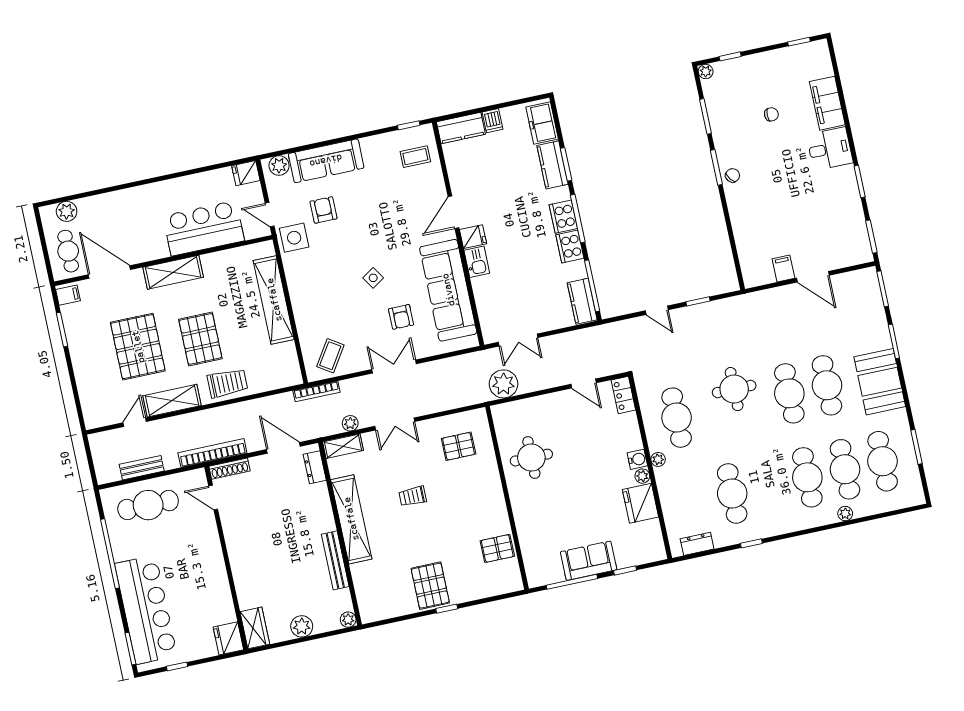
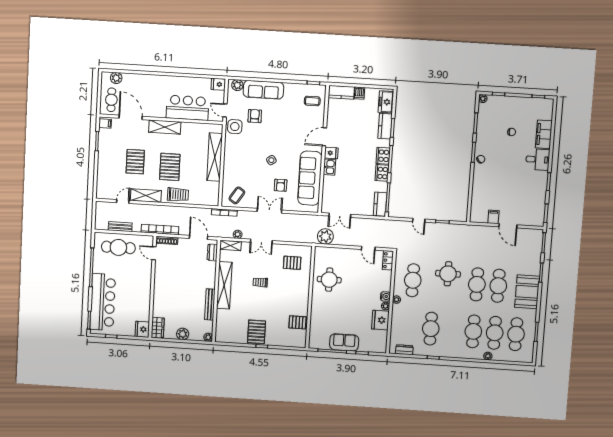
pallet: (138, 347) -> (135, 162), width x0.73, depth x0.71

